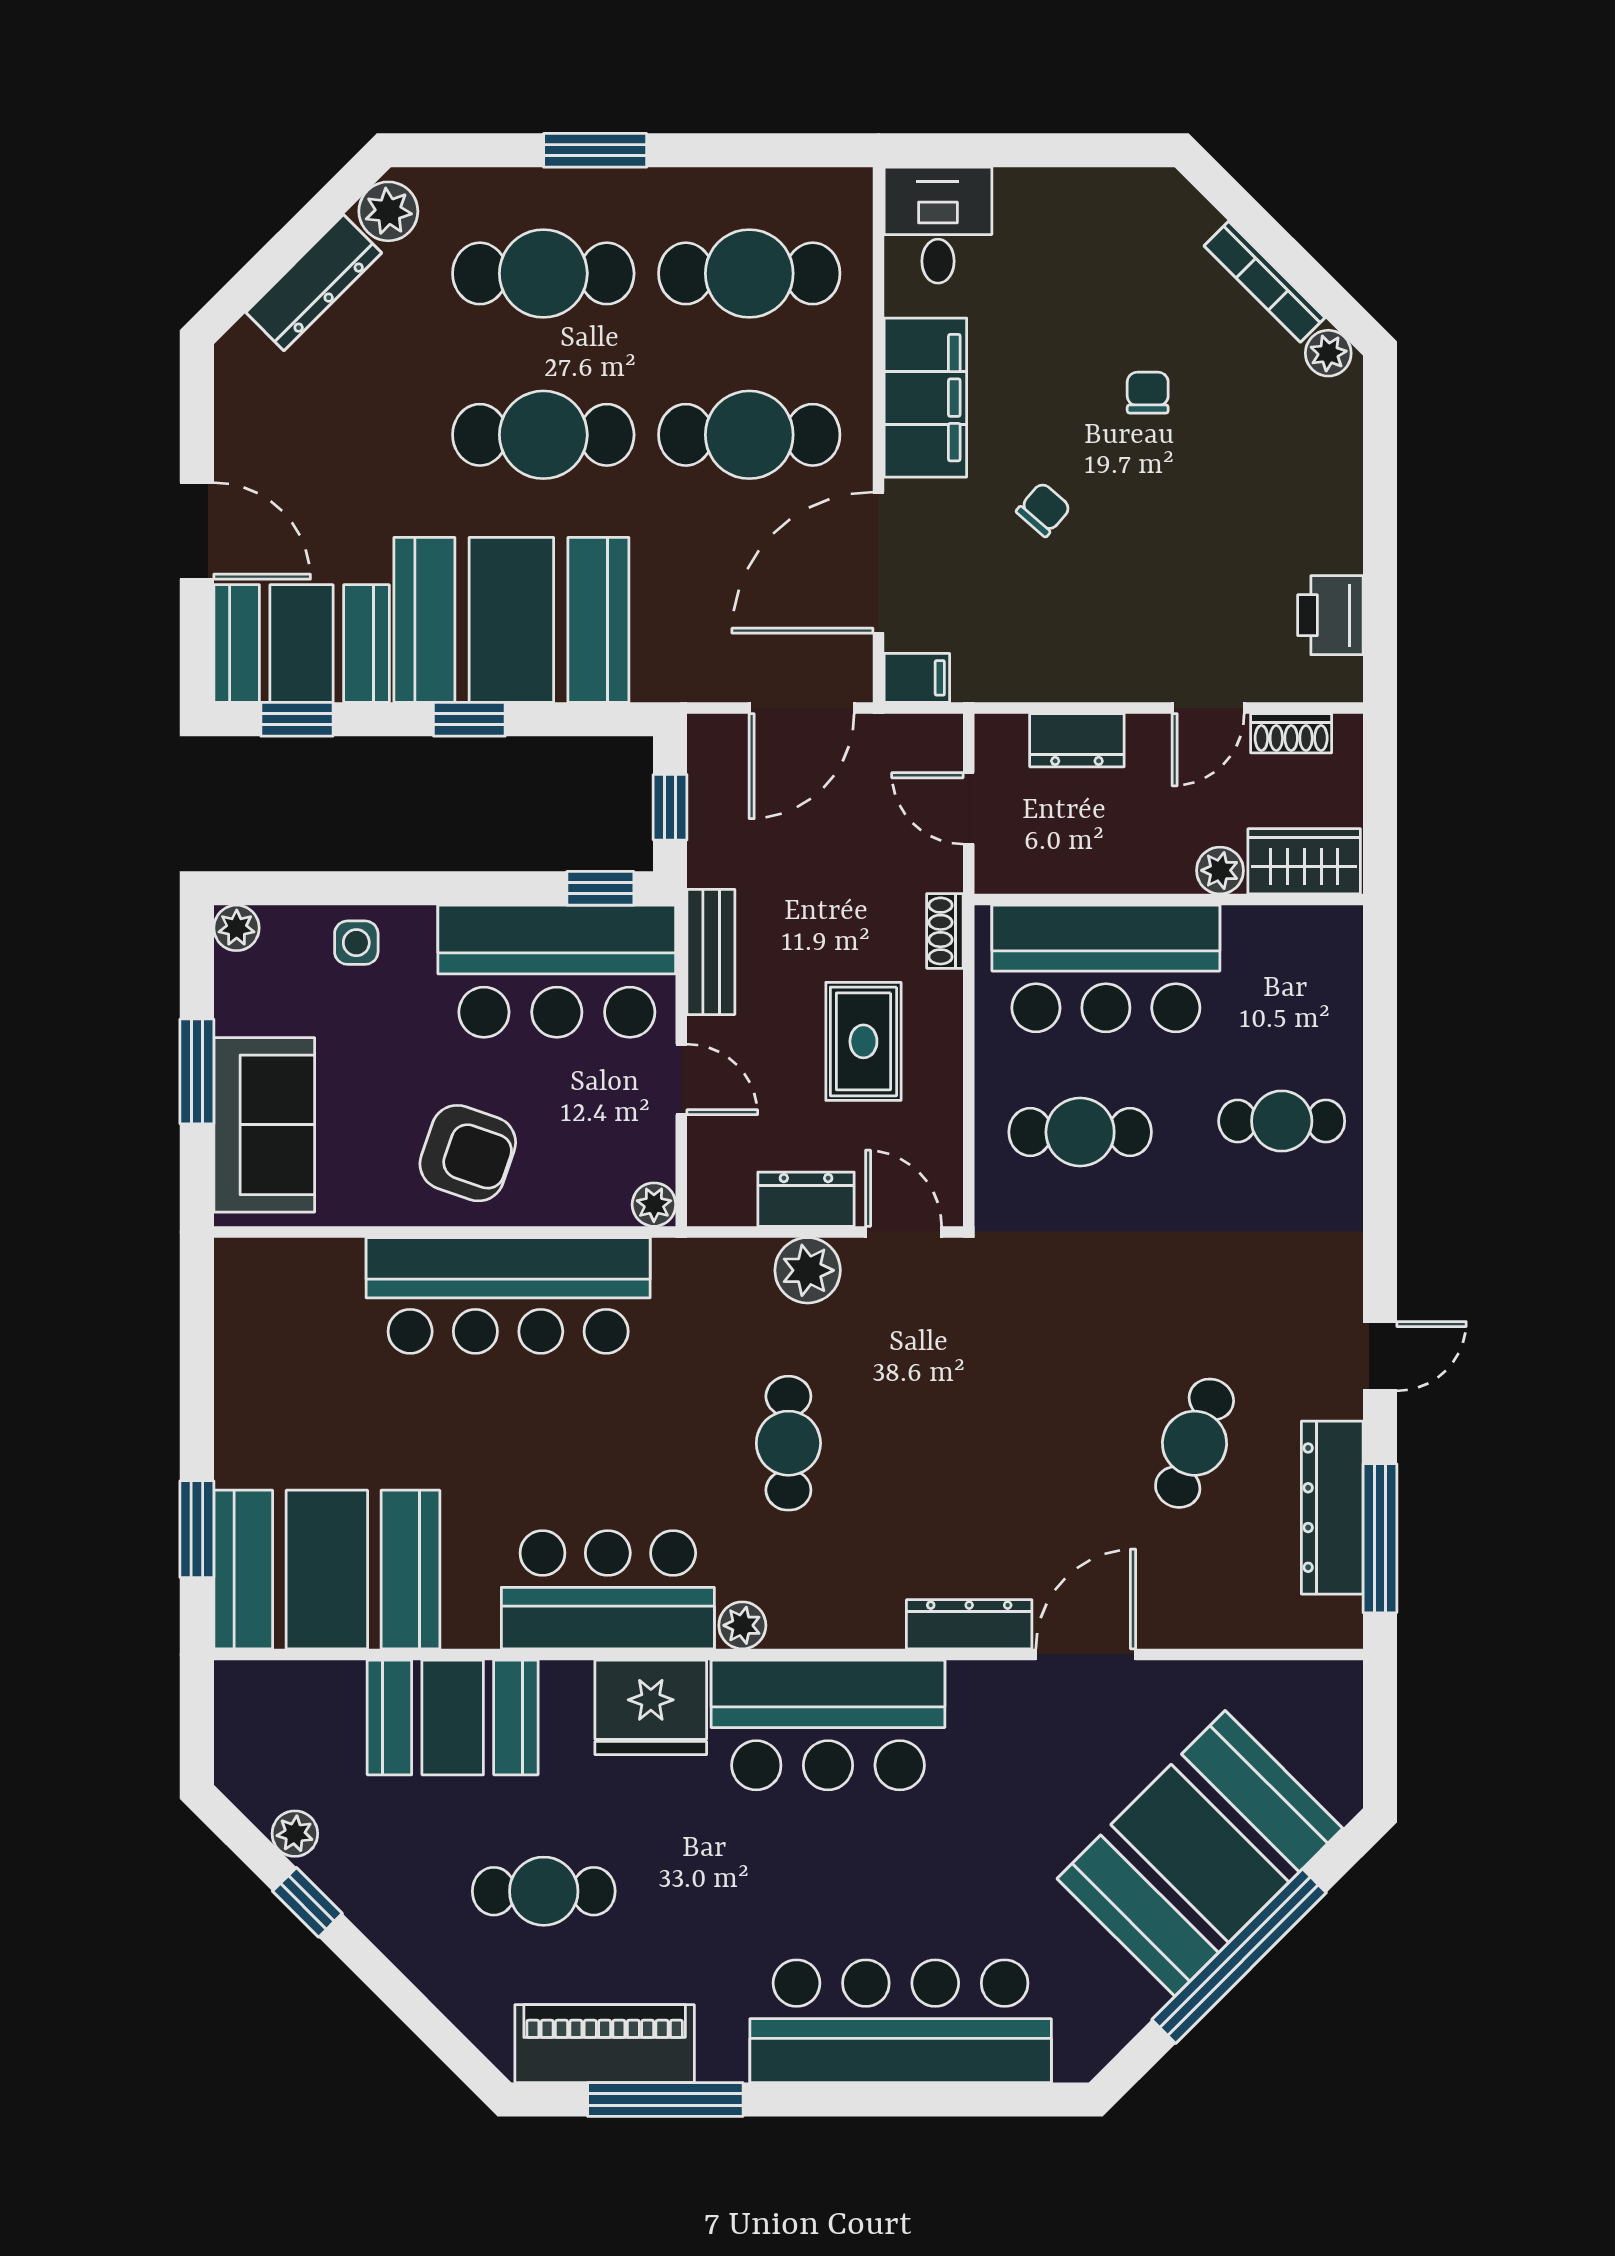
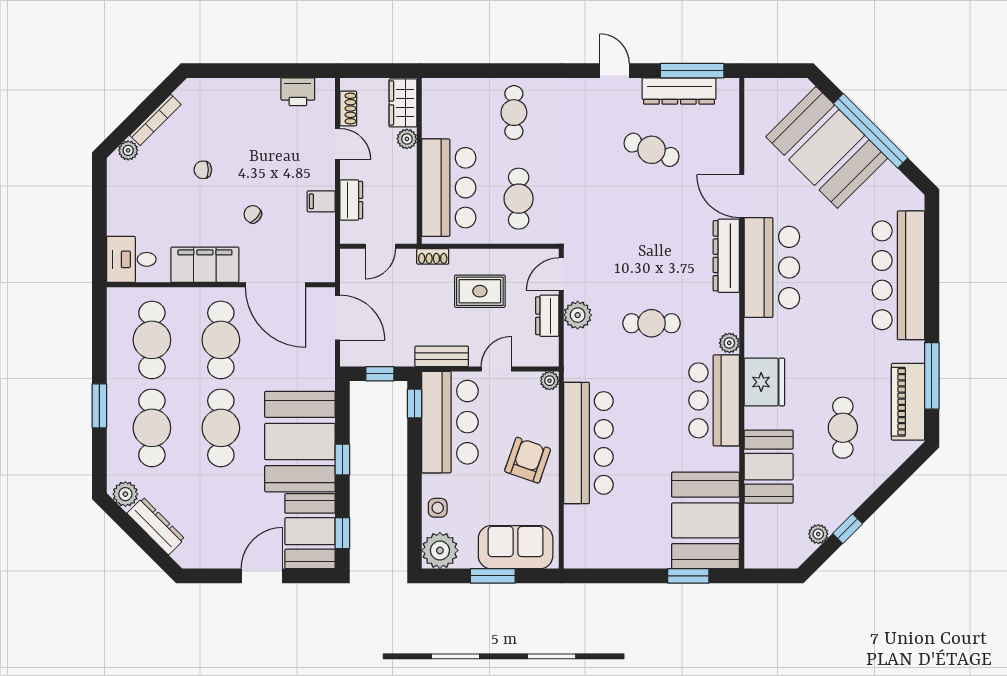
plant: (1328, 353) -> (128, 150), moved
filing cabinet: (917, 678) -> (321, 201), moved, turned -90
plant: (237, 928) -> (440, 550), width x1.88, depth x1.88
dresser: (969, 1624) -> (726, 256), width x1.37, depth x1.24
bar counter: (828, 1725) -> (772, 267), moved

